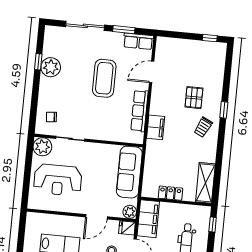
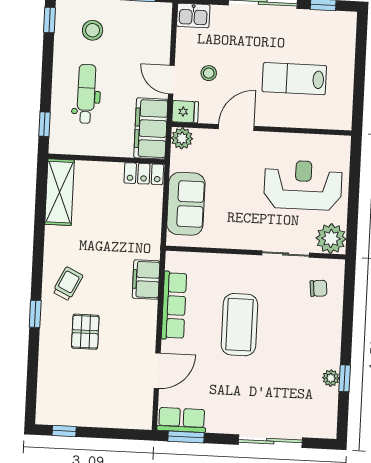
window: (124, 30) -> (186, 437), moved
plant: (51, 67) -> (331, 378), width x0.53, depth x0.53
coffee table: (104, 78) -> (239, 325), moved
sofa: (129, 172) -> (186, 204), width x0.73
locker: (170, 193) -> (144, 174), moved

